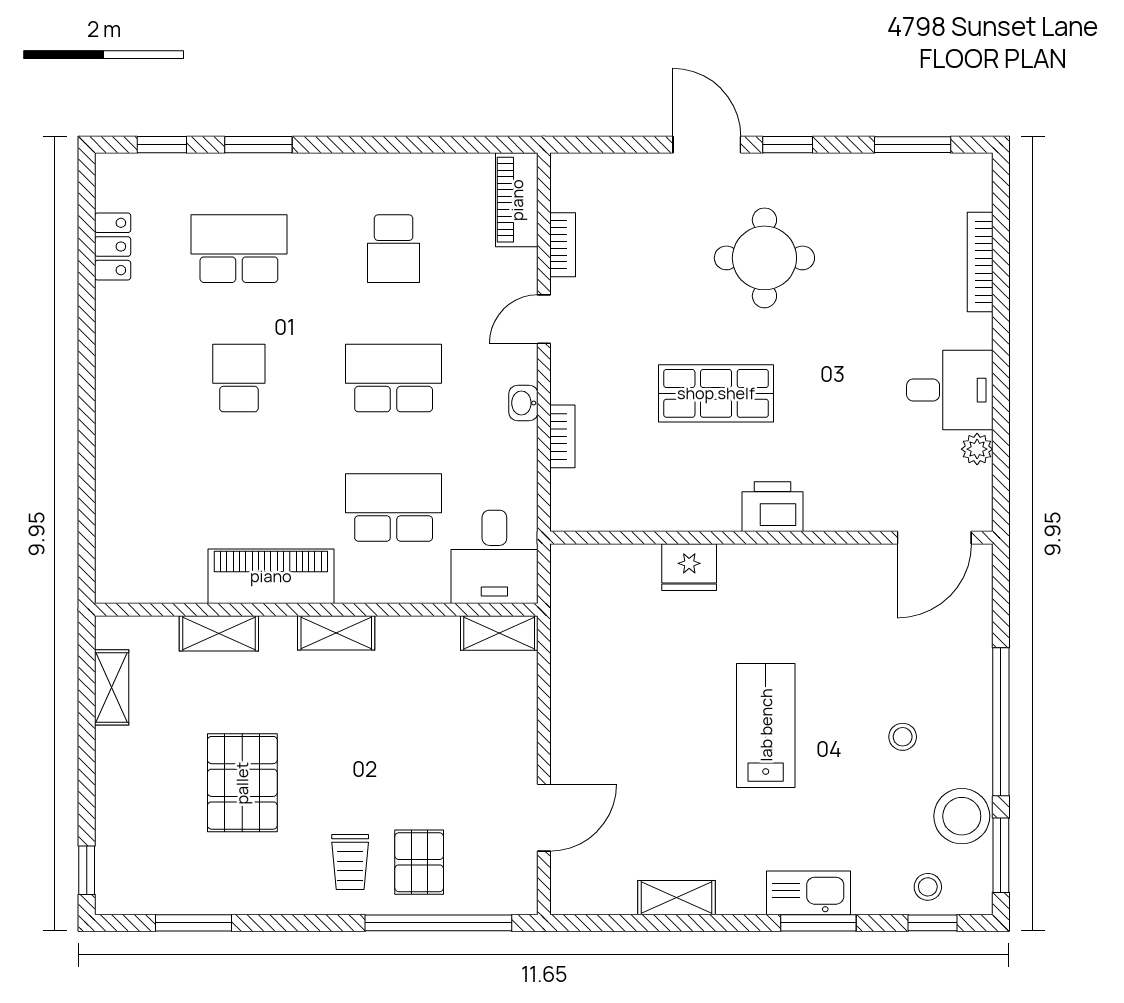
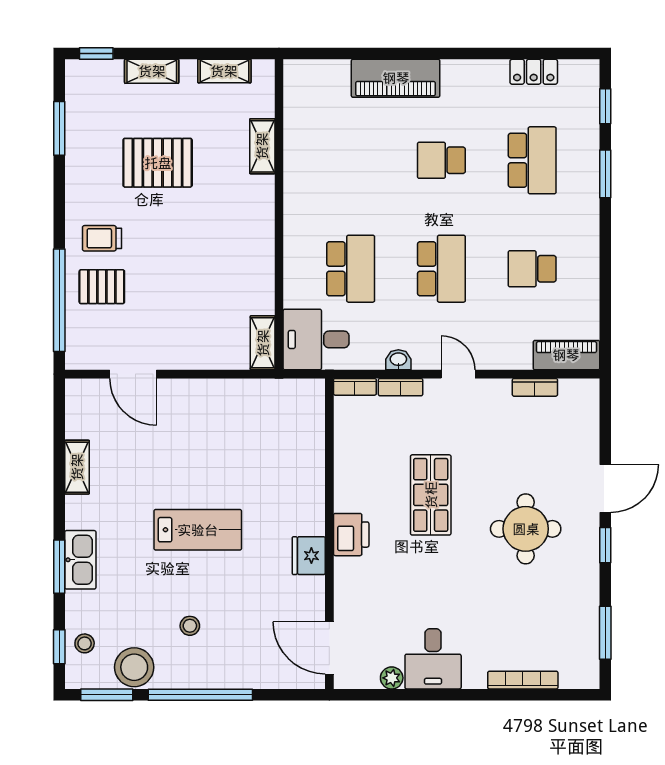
door: (544, 319) -> (458, 374), moved
school desk: (239, 378) -> (441, 160), turned 180
washbasin: (523, 403) -> (398, 360), moved
bookcase: (562, 501) -> (355, 387), added
fridge: (689, 567) -> (309, 556), moved
piano: (271, 576) -> (396, 78), moved, turned 90
shelving: (336, 633) -> (152, 71), moved, turned 90

